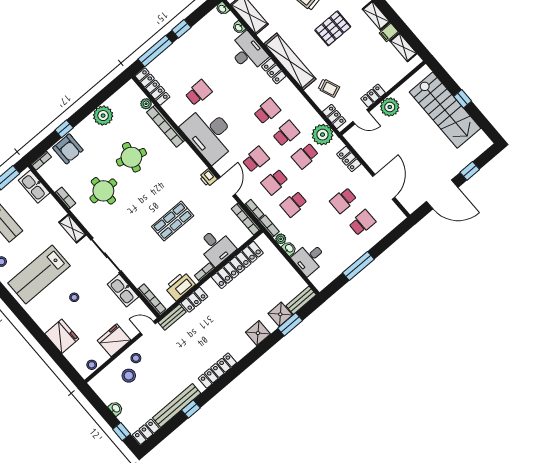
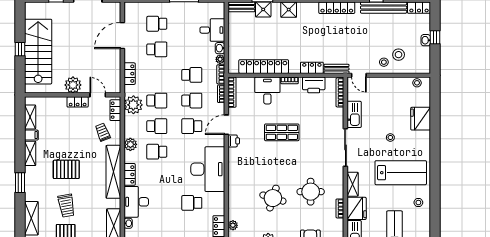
plant: (296, 98) -> (130, 144), added
bookcase: (166, 126) -> (233, 199), removed
school desk: (286, 134) -> (157, 126), turned 180
fridge: (114, 340) -> (357, 208), moved, turned -90
window: (122, 432) -> (435, 37), moved

